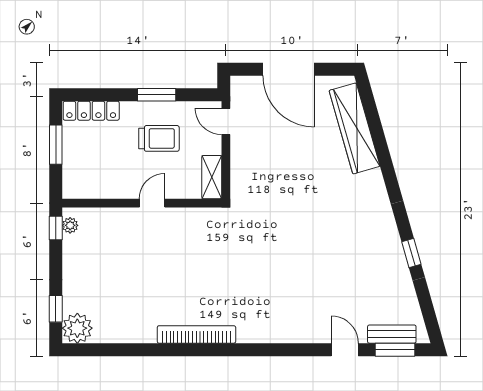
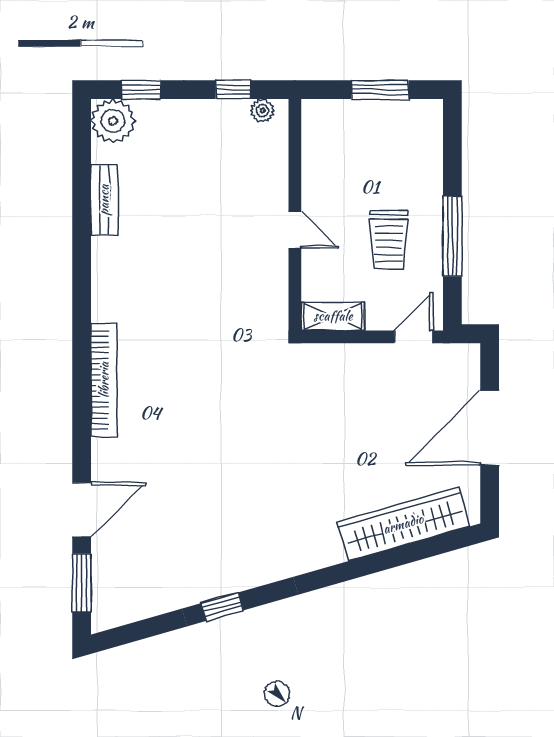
window: (157, 95) -> (452, 236), width x1.44
locker: (91, 111) -> (429, 141), removed
window: (56, 228) -> (233, 90), moved
bookcase: (196, 334) -> (104, 380), moved
bench: (392, 334) -> (104, 200), moved
door: (345, 350) -> (82, 510), width x1.38

